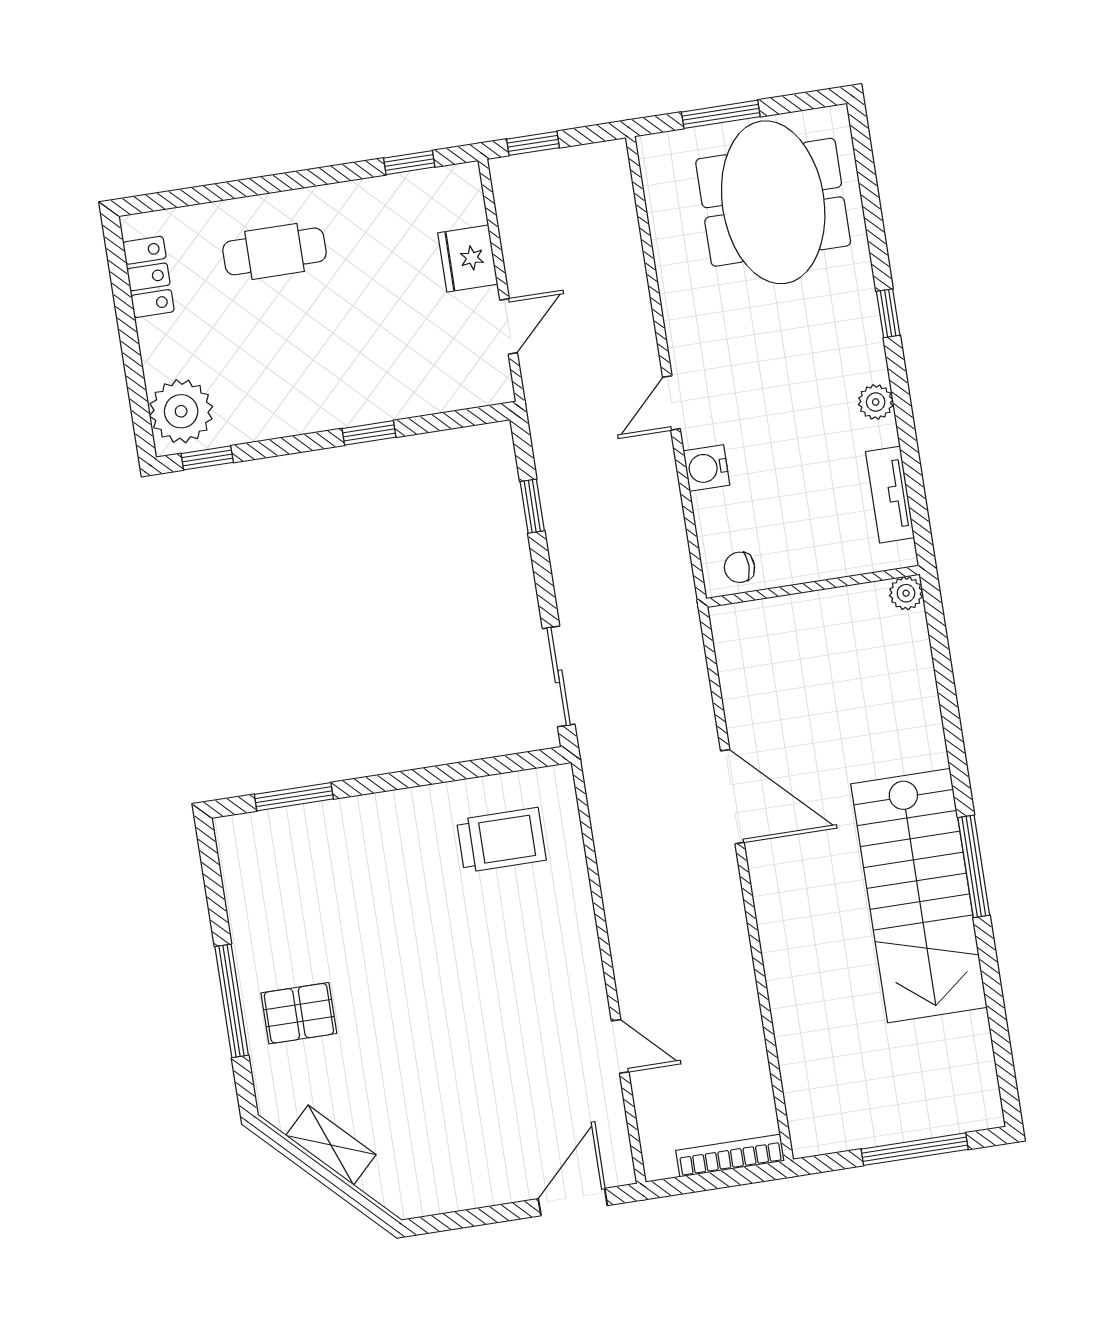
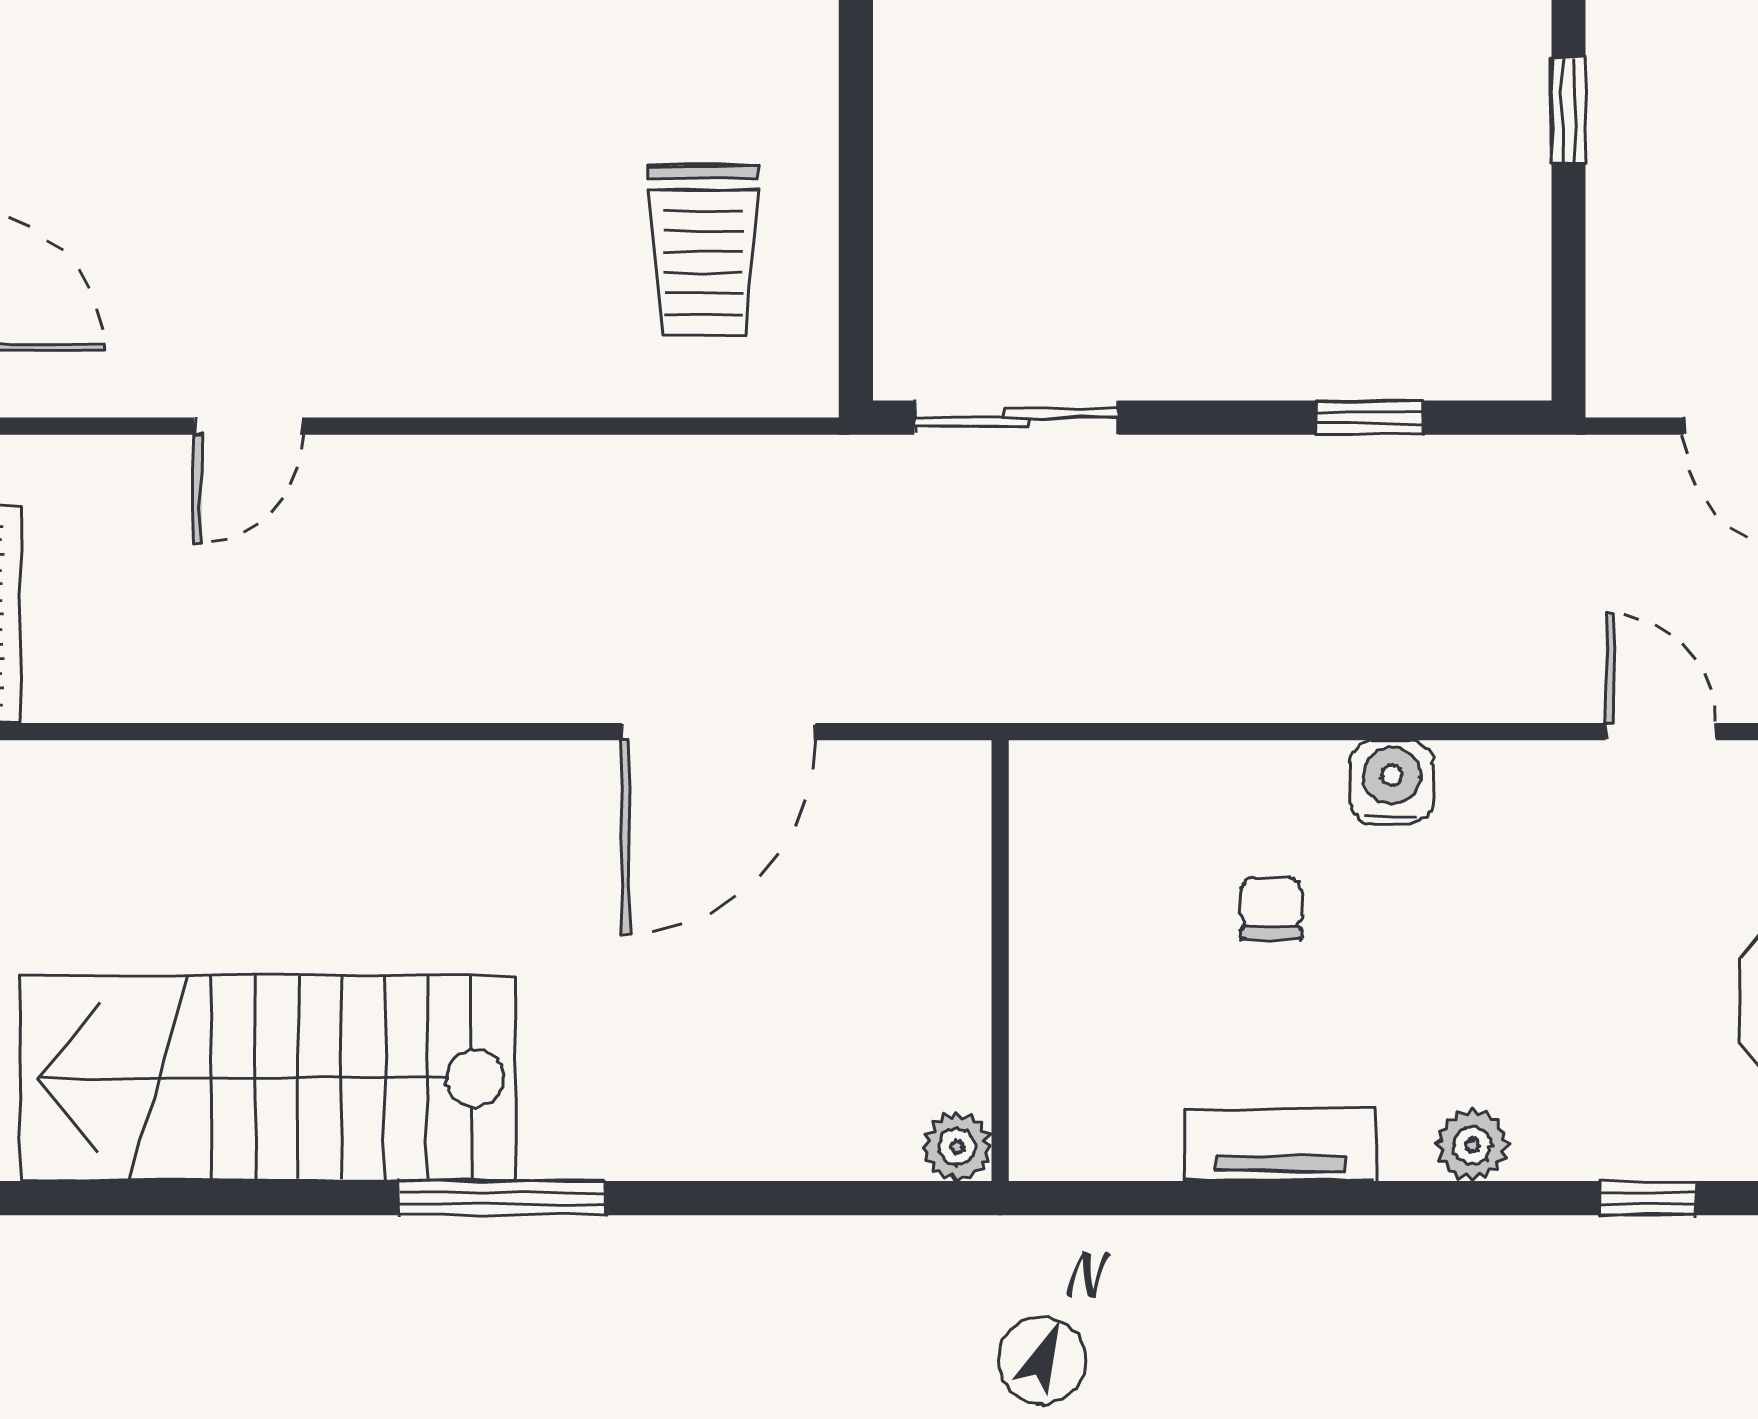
door: (671, 403) -> (1661, 732), moved
chair: (740, 567) -> (1271, 909), moved
wall: (813, 586) -> (1000, 961), moved
plant: (906, 593) -> (957, 1147), moved
stairs: (919, 896) -> (267, 1078), moved

